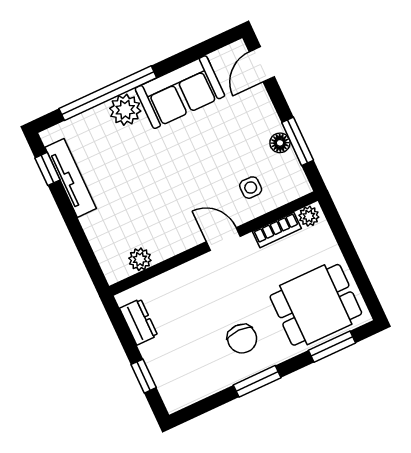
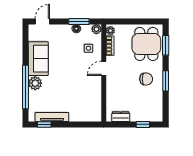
door: (262, 64) -> (42, 21), swing flipped
plant: (140, 259) -> (96, 29), moved

